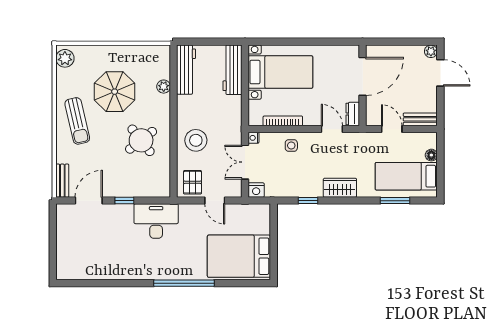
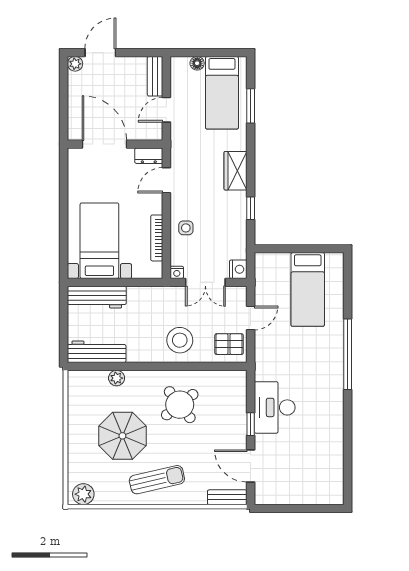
desk: (156, 221) -> (275, 407), moved
bed: (239, 256) -> (308, 289), width x0.67

